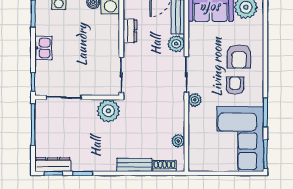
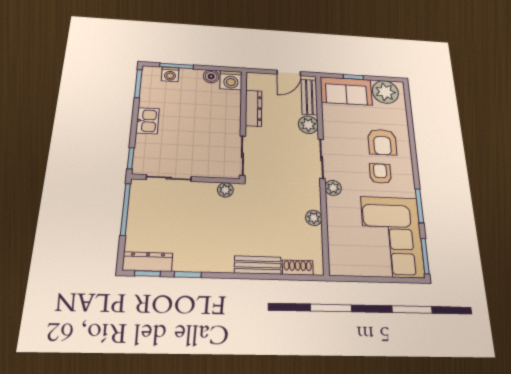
dresser: (130, 31) -> (254, 108), width x1.44
plant: (108, 111) -> (225, 190), width x0.53, depth x0.53
plant: (178, 141) -> (314, 218), moved

